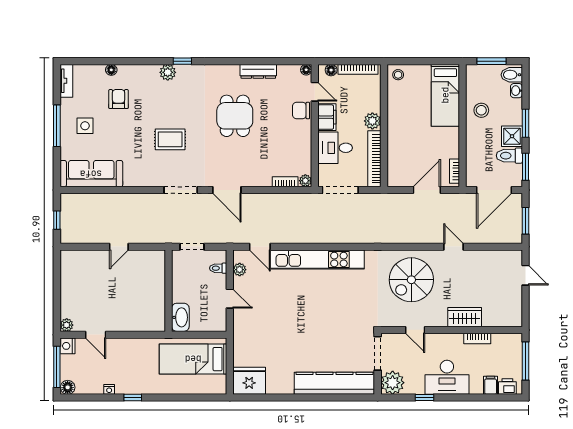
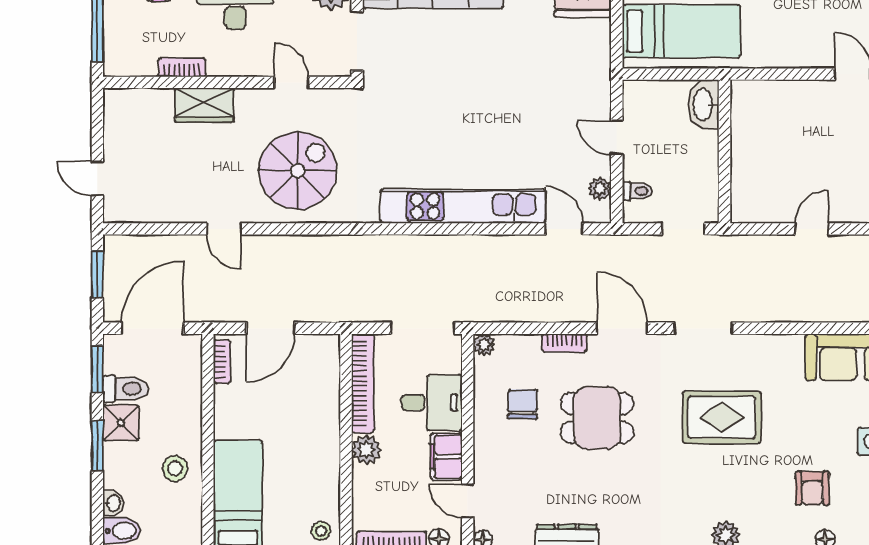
chair: (301, 111) -> (523, 404), moved, turned -90
dining table: (235, 116) -> (597, 418), moved, turned 90
rug: (170, 139) -> (722, 417), width x1.36, depth x1.43
bookcase: (285, 182) -> (564, 343), moved

